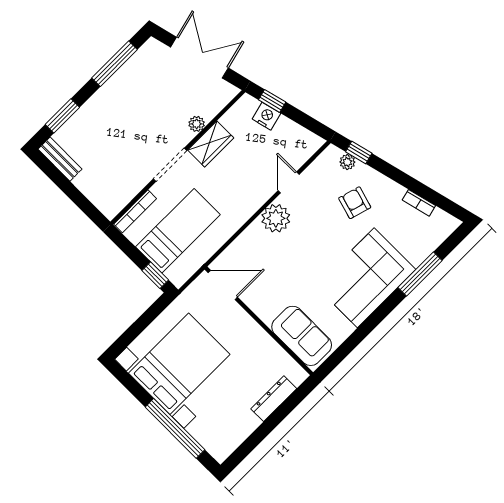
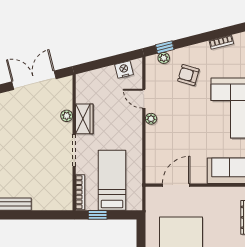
window: (272, 101) -> (94, 65), removed
nightstand: (266, 116) -> (124, 70), moved
plant: (276, 218) -> (151, 119), width x0.53, depth x0.53
window: (155, 275) -> (98, 215), moved
door: (223, 285) -> (176, 185), moved

